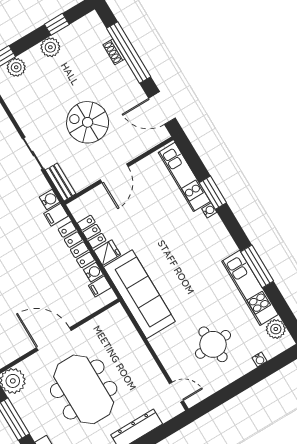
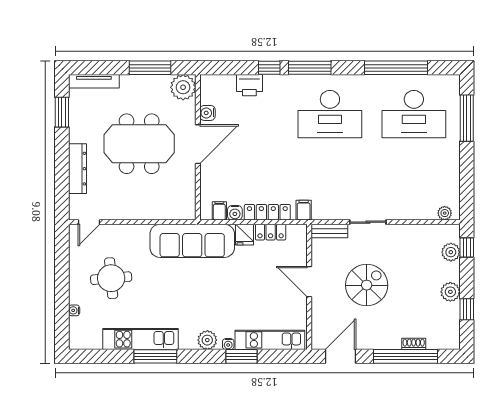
water cooler: (50, 200) -> (207, 113), moved, turned 90
plant: (276, 329) -> (207, 340), moved

